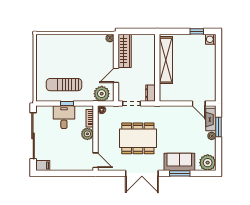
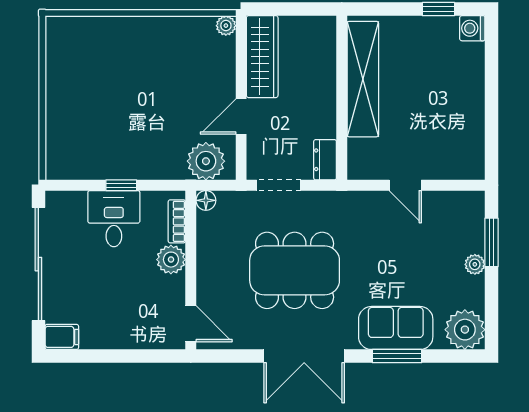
sun lounger: (64, 85) -> (114, 139), removed
door: (199, 104) -> (405, 185), moved
fireplace: (211, 119) -> (473, 224), removed

